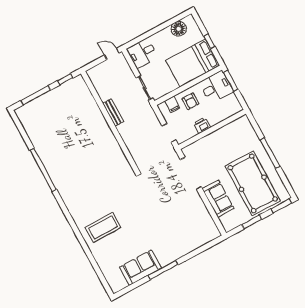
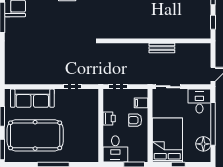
window: (156, 30) -> (213, 124), added
desk: (216, 87) -> (115, 149), moved
doorway: (191, 173) -> (73, 87), width x0.53
sofa: (218, 199) -> (32, 98), width x1.36

